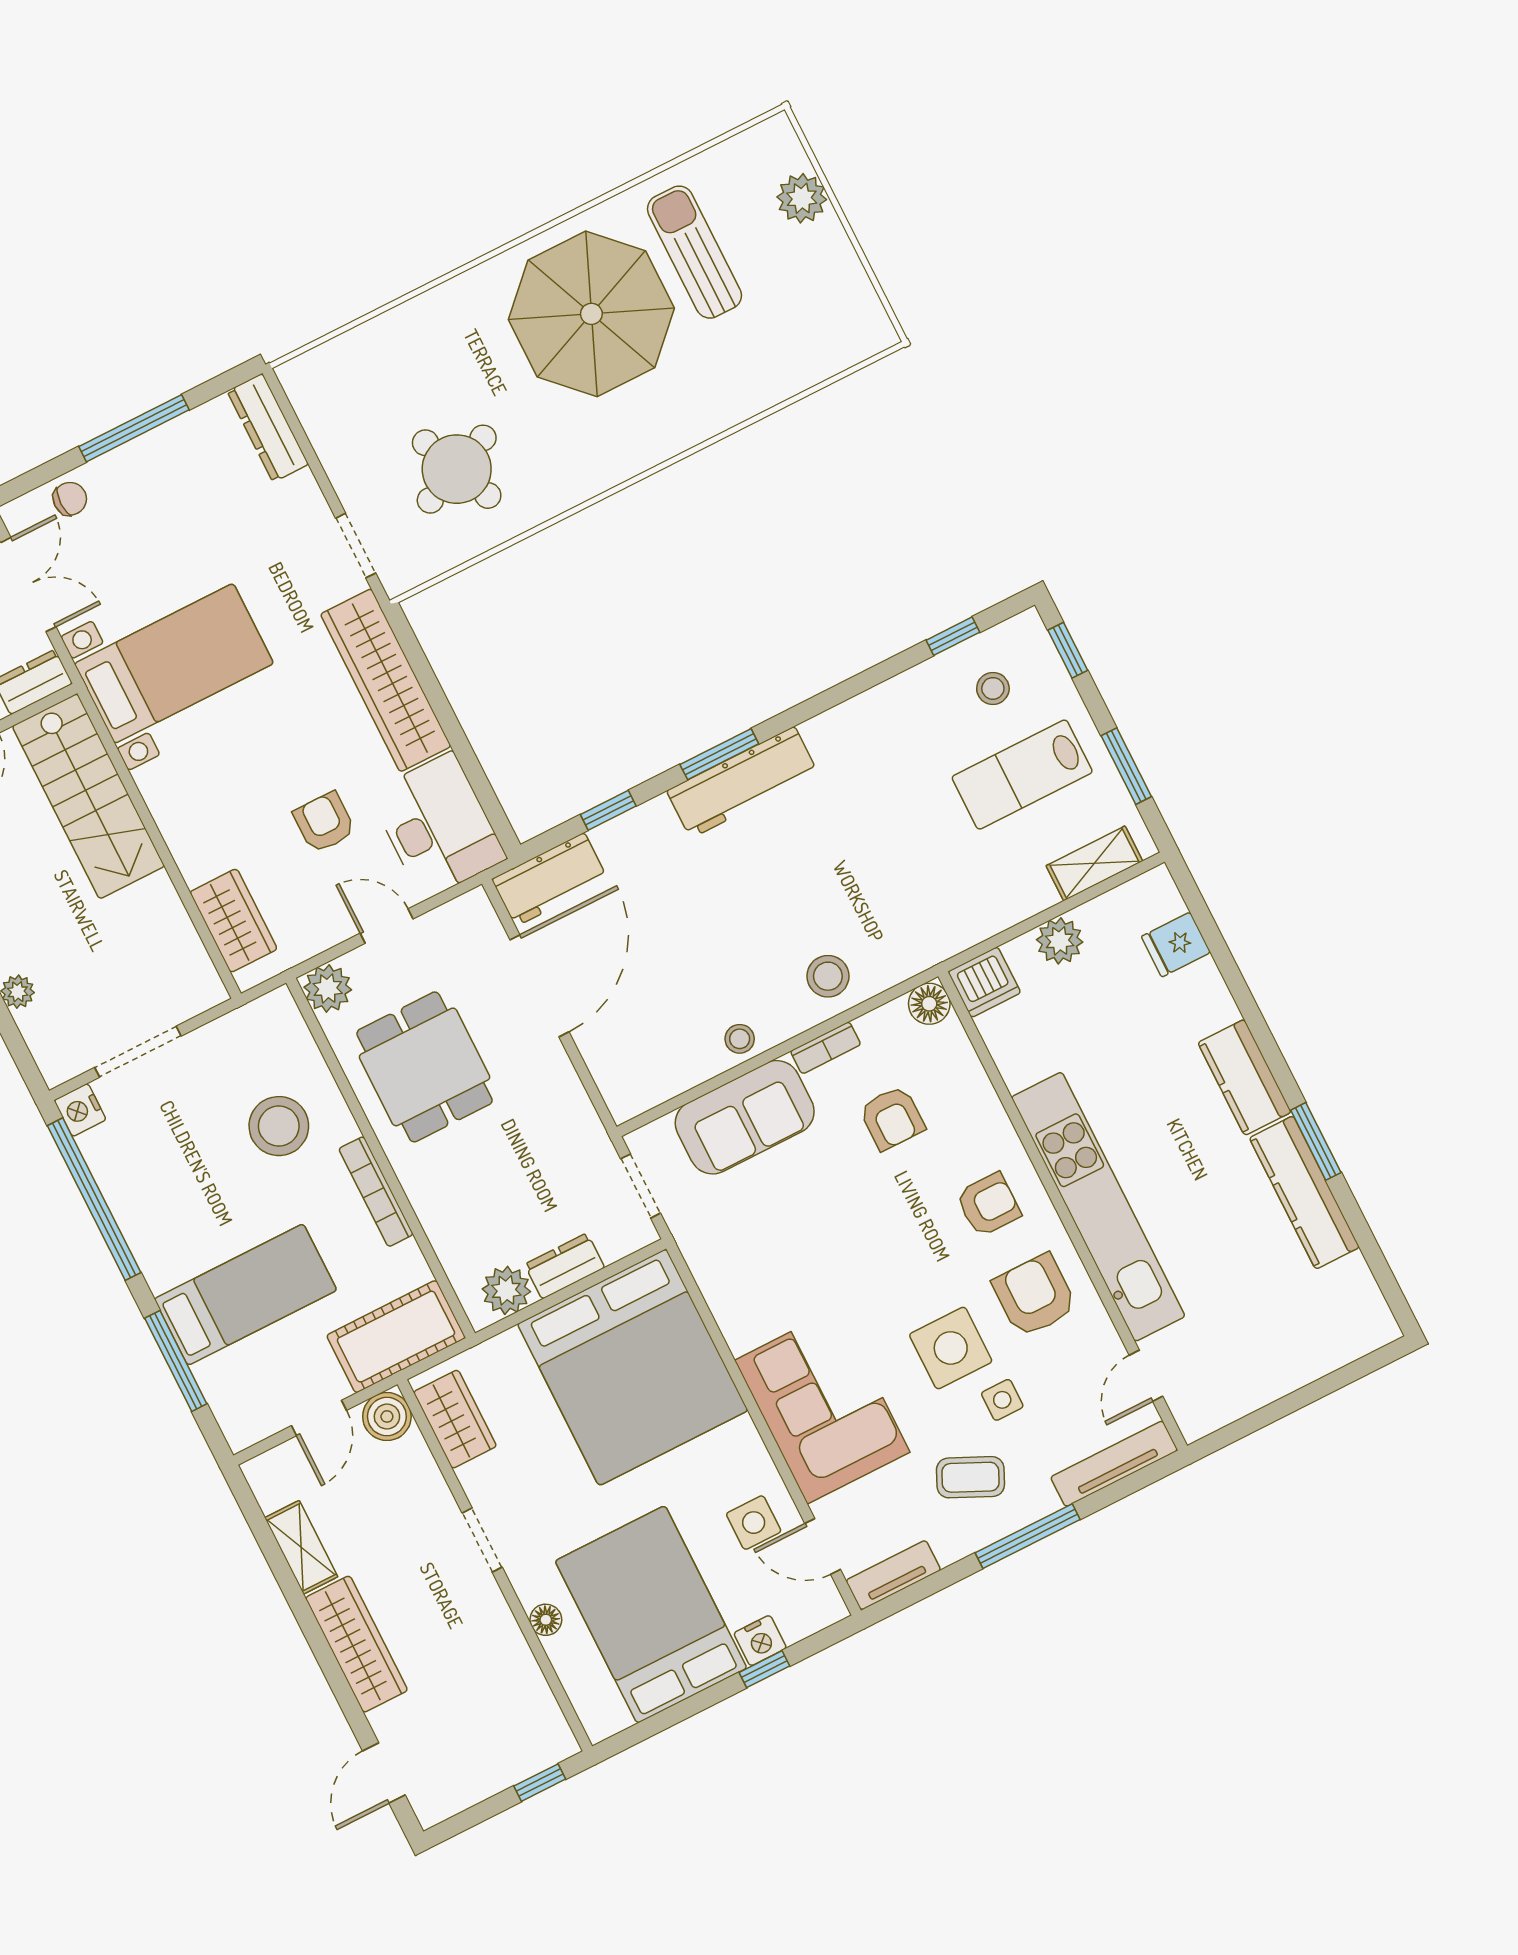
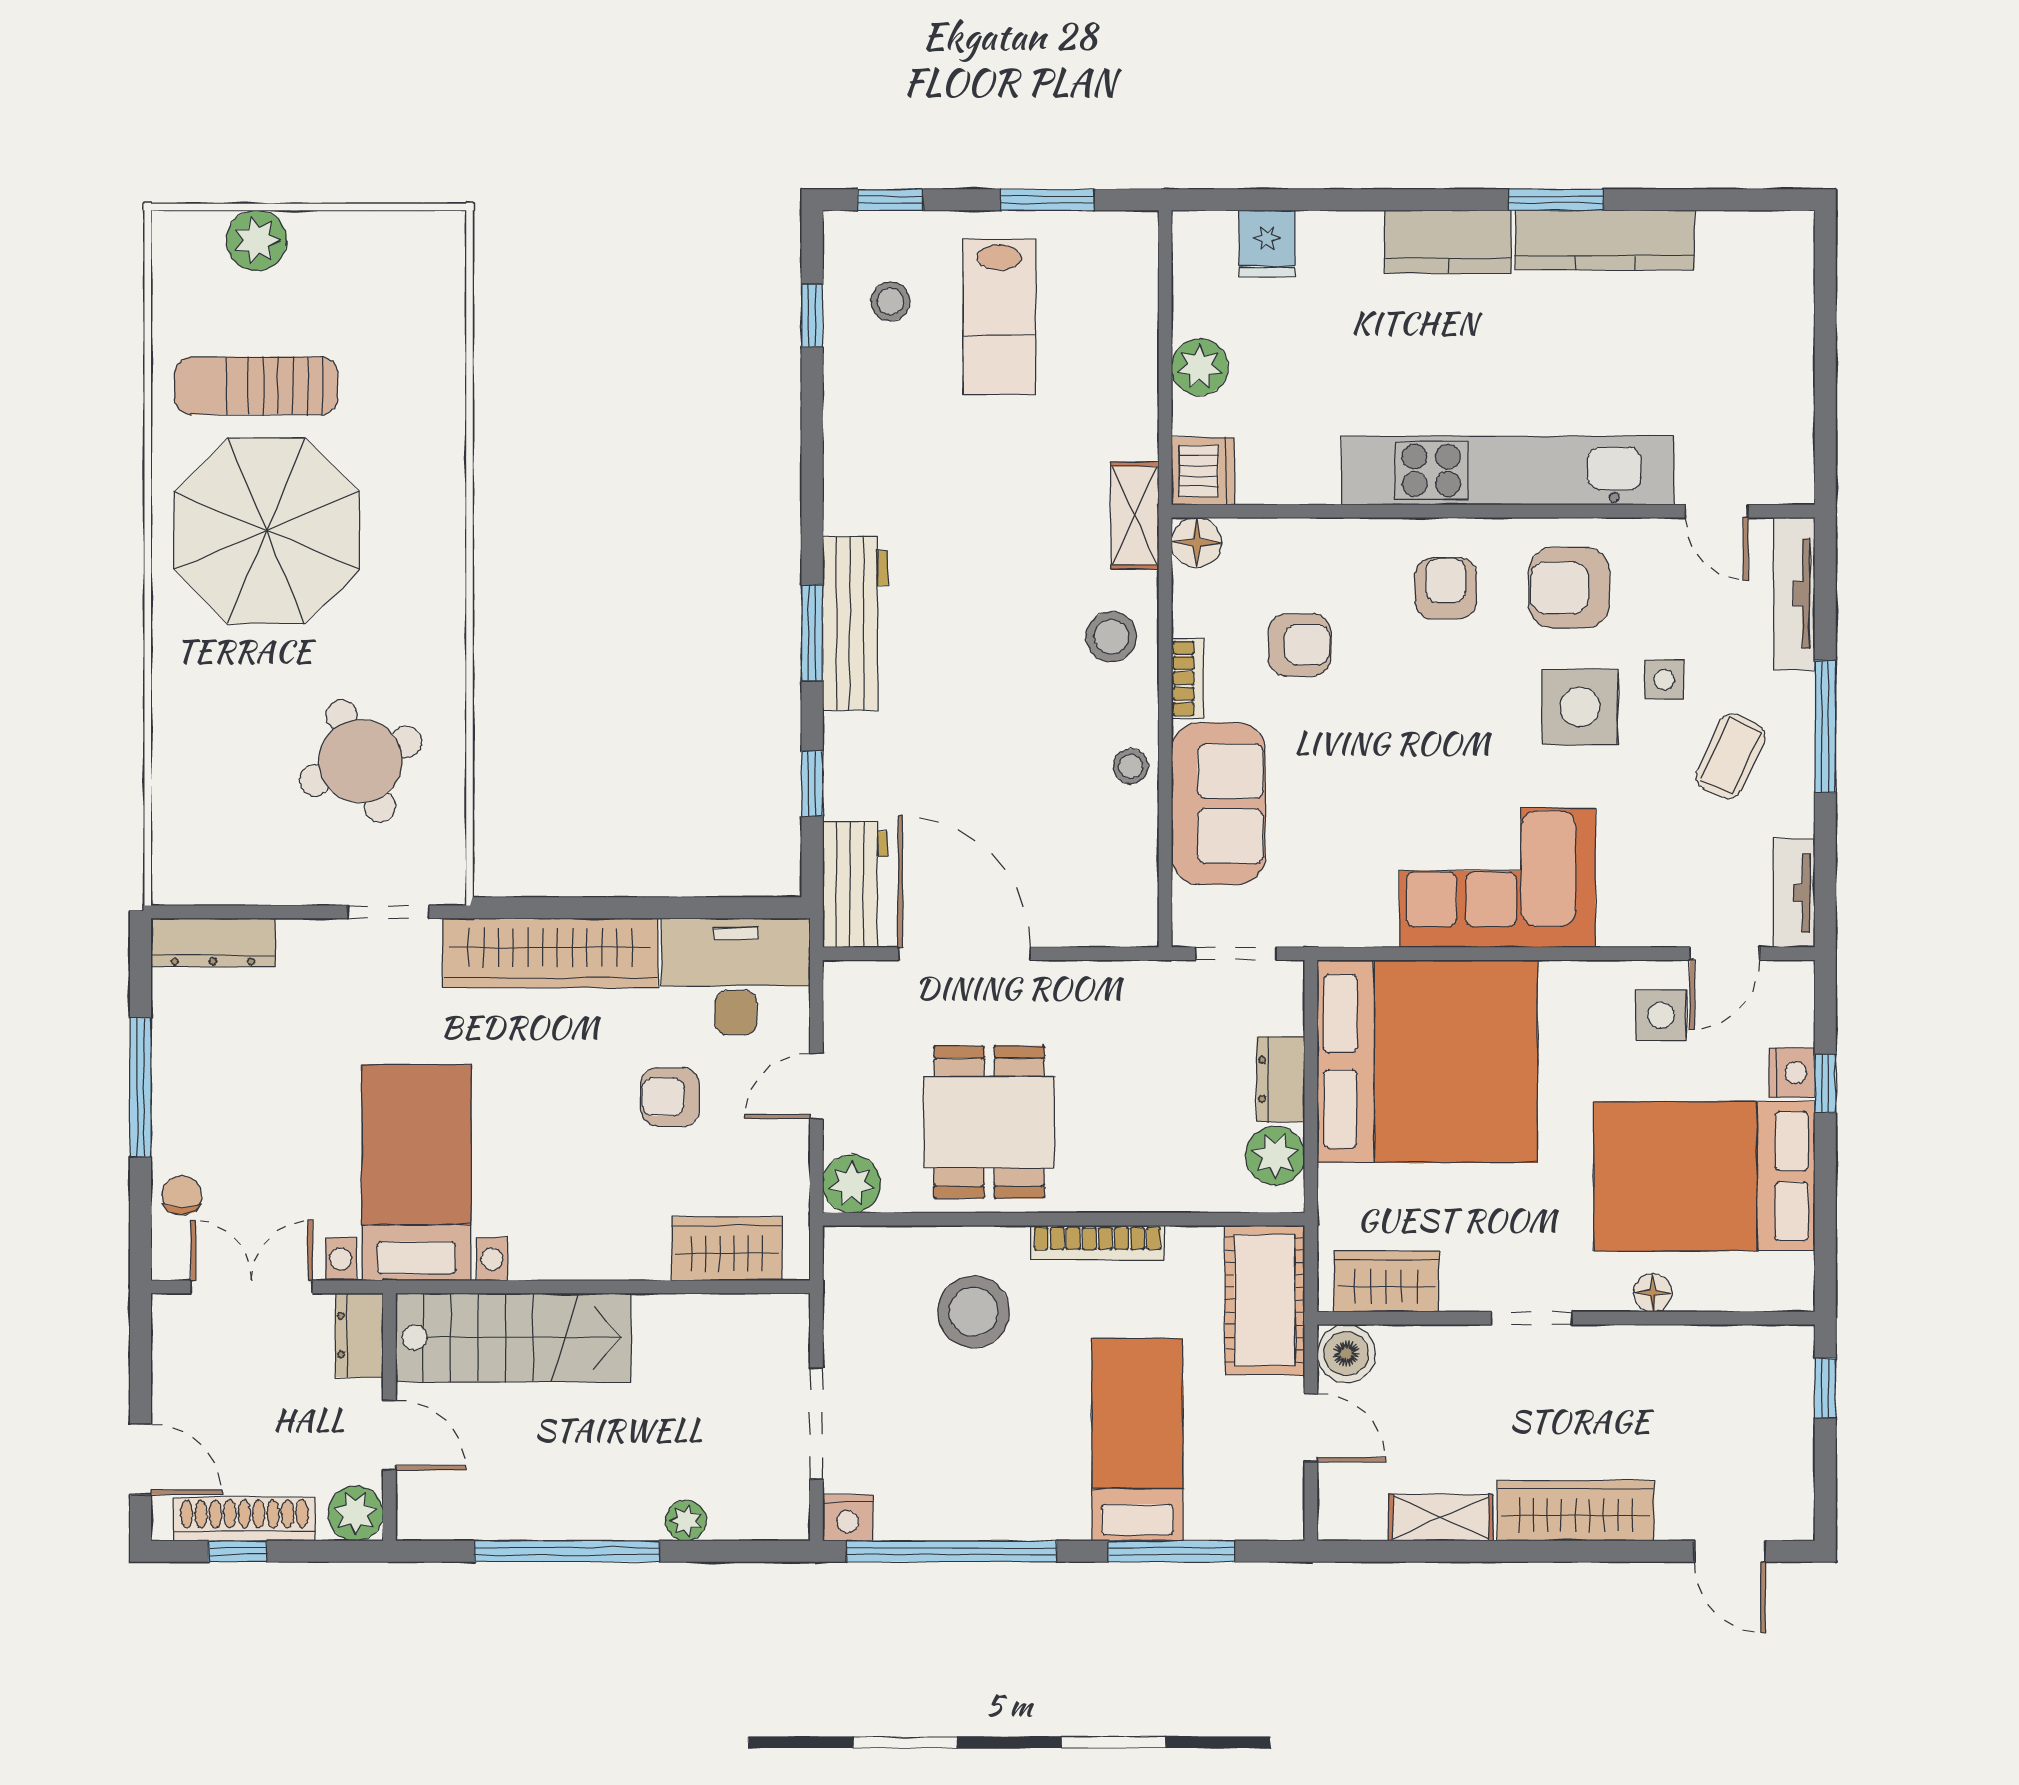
shelving: (1094, 863) -> (1135, 515), moved
dining table: (425, 1067) -> (989, 1122), turned 90
corner sofa: (822, 1406) -> (1498, 878), moved

